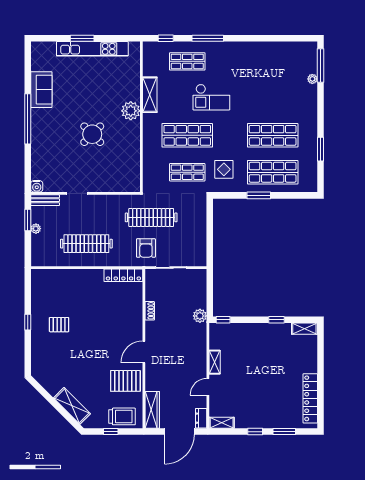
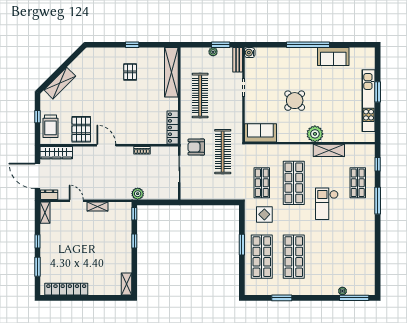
sofa: (129, 174) -> (260, 133), added
shelving: (59, 277) -> (171, 72), added
window: (277, 320) -> (134, 241), moved

